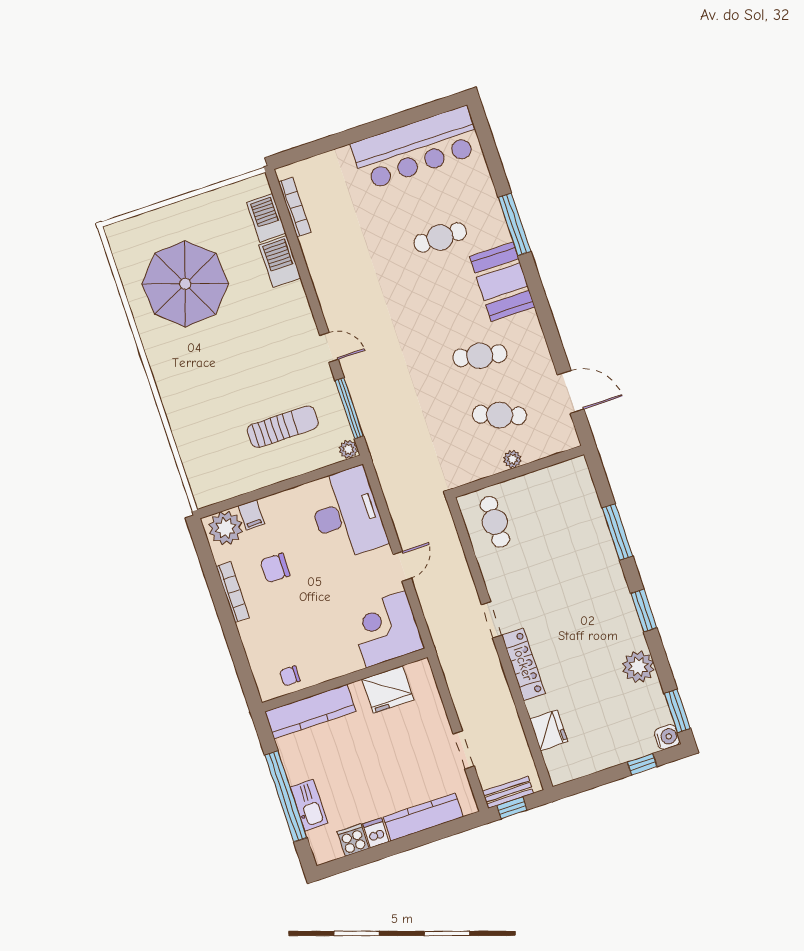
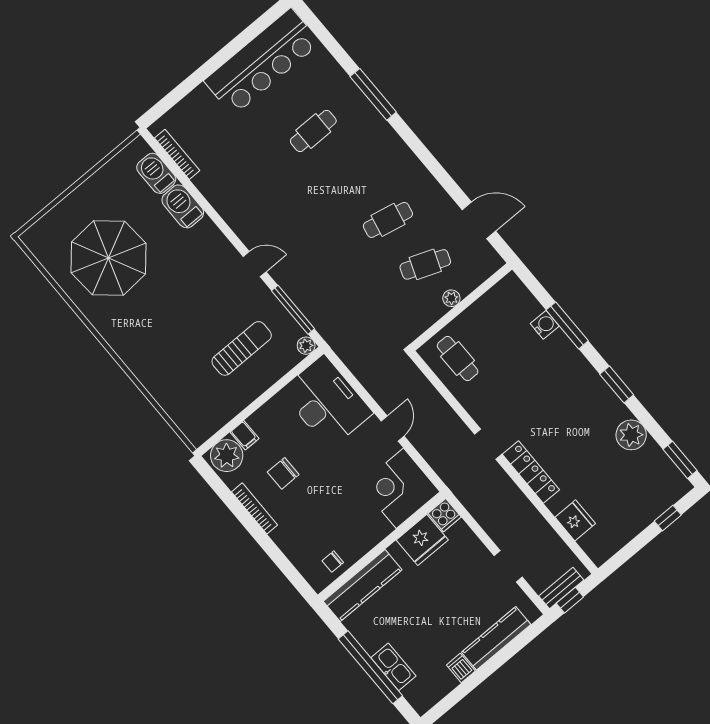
booth: (502, 282) -> (382, 148), removed
water cooler: (667, 737) -> (545, 325), moved
cooker: (353, 840) -> (445, 515), moved, turned 180

